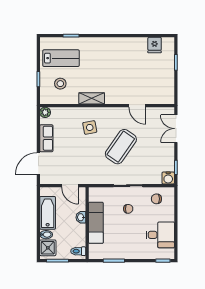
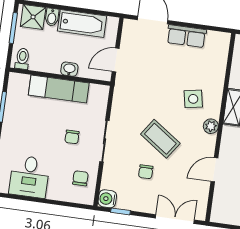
plant: (45, 112) -> (211, 126), moved
coffee table: (121, 147) -> (160, 139), width x0.73, depth x0.76
chair: (145, 154) -> (146, 172), added

